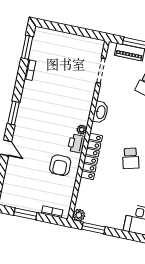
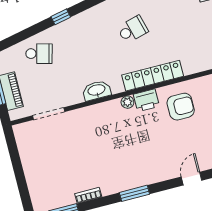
window: (13, 113) -> (134, 193), moved

